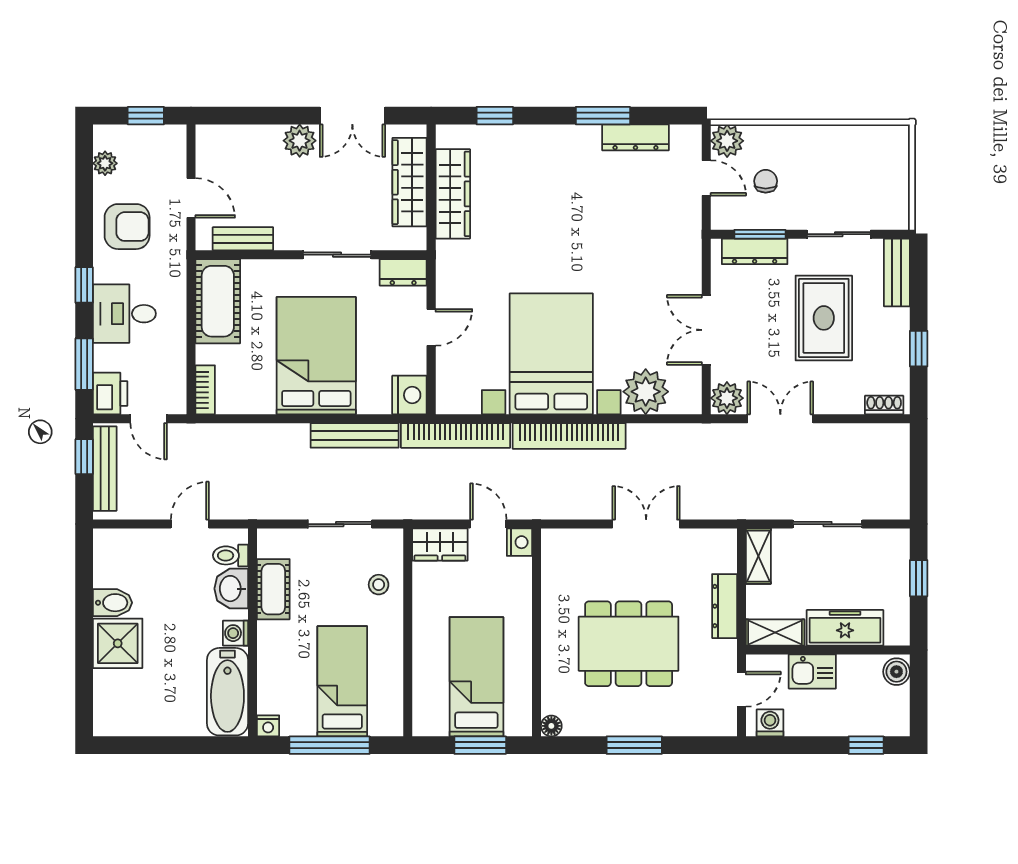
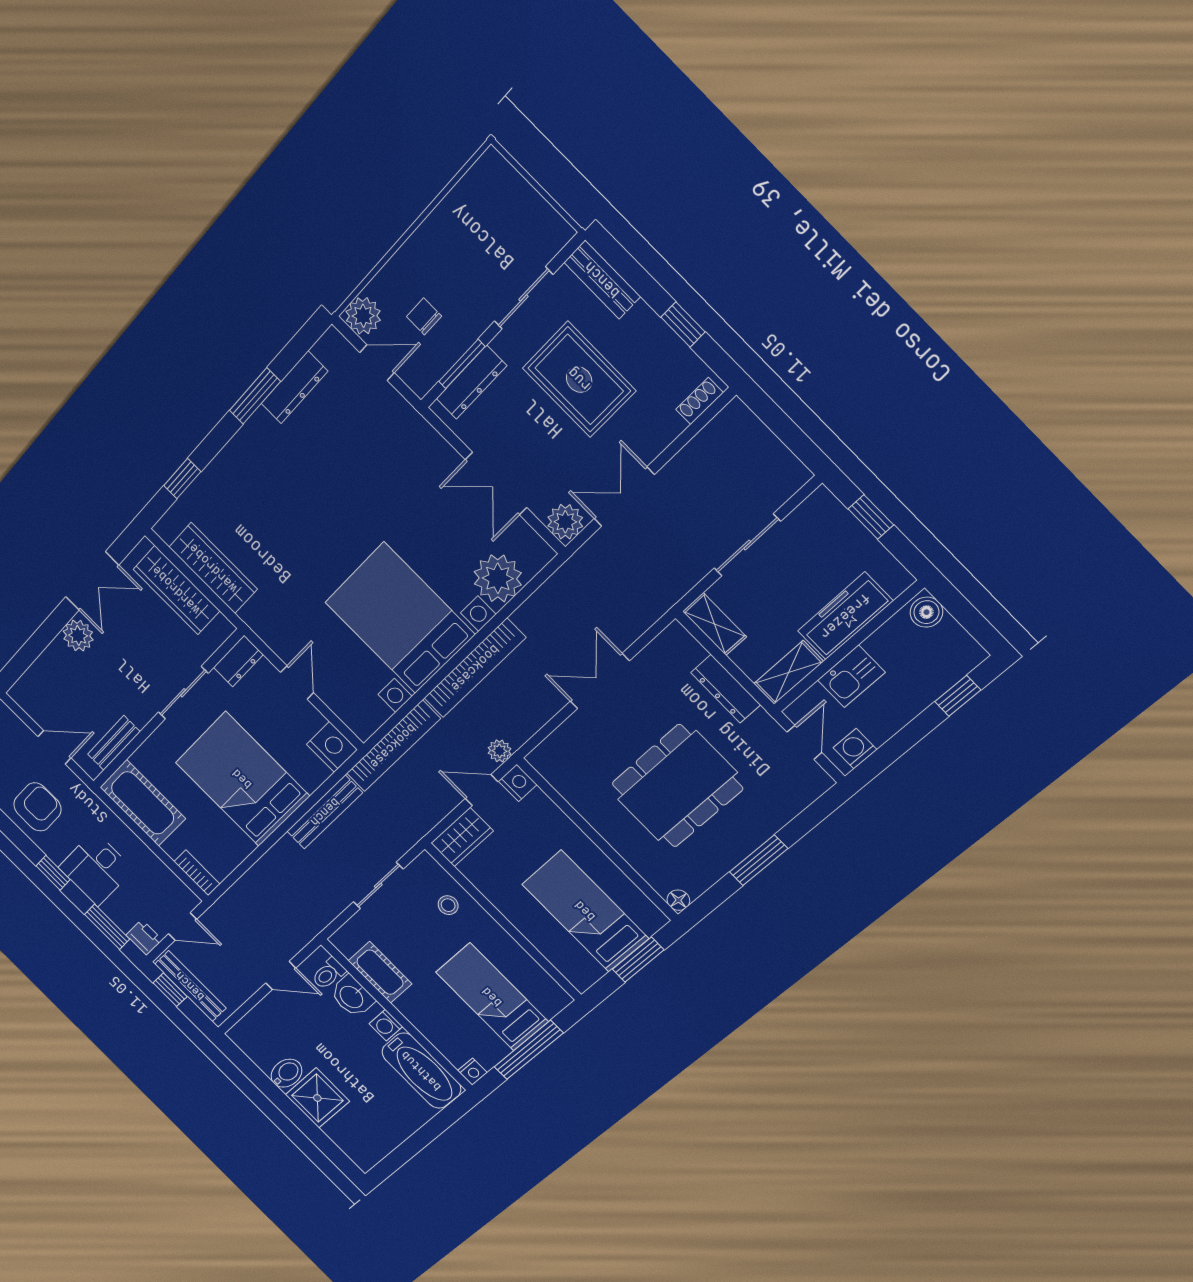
printer: (110, 393) -> (144, 937), width x0.73, depth x0.81
plant: (529, 508) -> (500, 751), added
door: (190, 524) -> (281, 976), swing flipped

